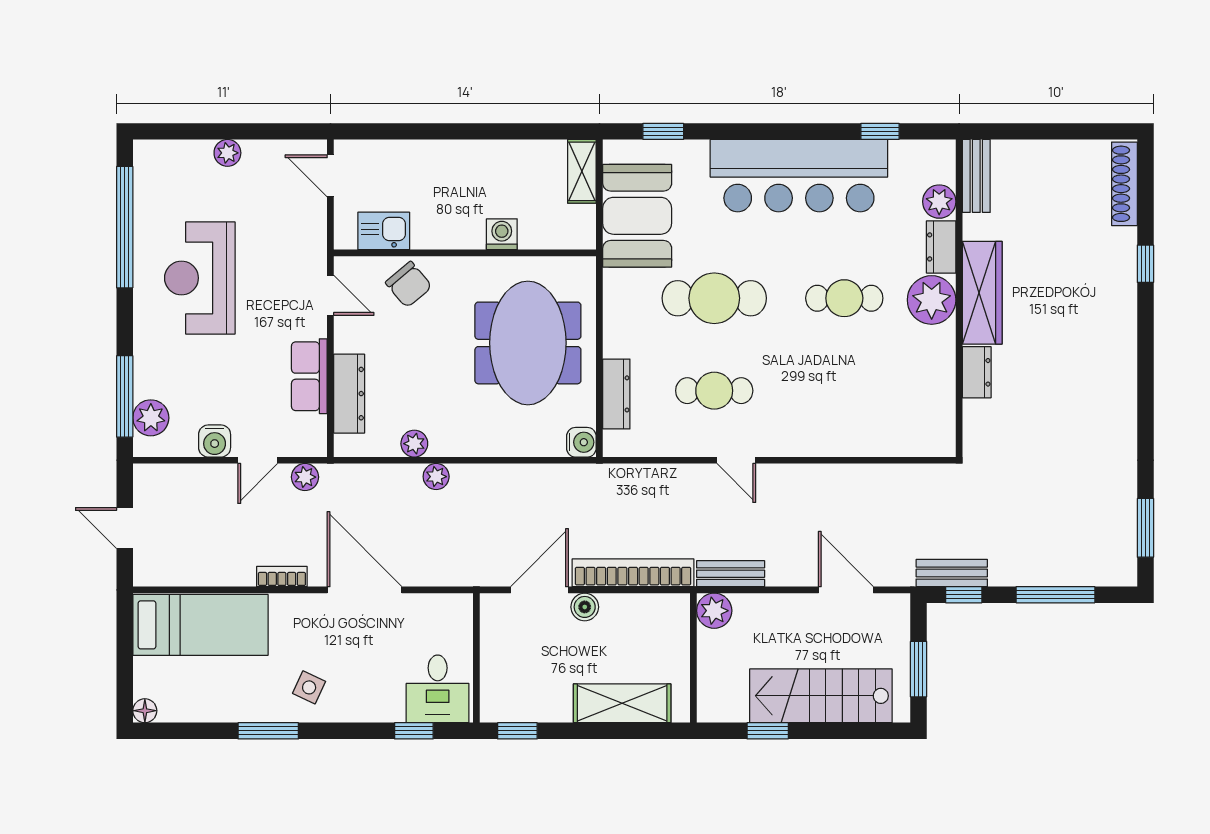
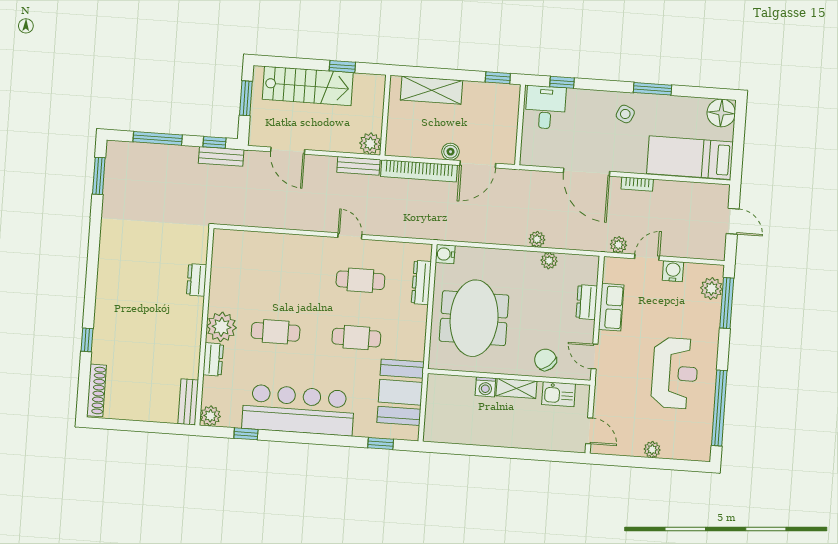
shelving: (582, 171) -> (516, 388), moved, turned 90
plant: (939, 202) -> (210, 416), moved
wardrobe: (982, 293) -> (190, 329), removed
cafe table: (714, 298) -> (356, 338), width x0.73, depth x0.74
dresser: (349, 394) -> (587, 302), width x0.70
floor lamp: (145, 711) -> (721, 113), width x1.89, depth x1.89

